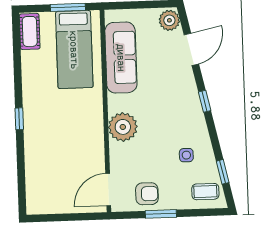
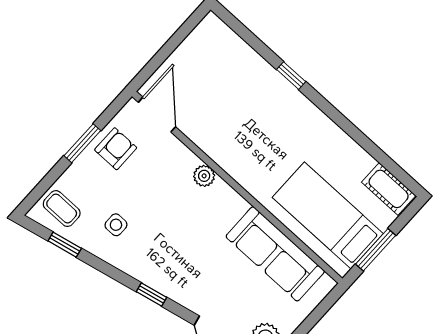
window: (19, 119) -> (291, 76), moved
plant: (123, 127) -> (204, 176), width x0.53, depth x0.53
coffee table: (205, 192) -> (62, 209), turned 90
armchair: (147, 194) -> (116, 149), turned 180

